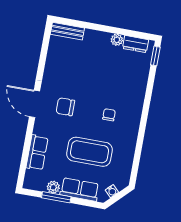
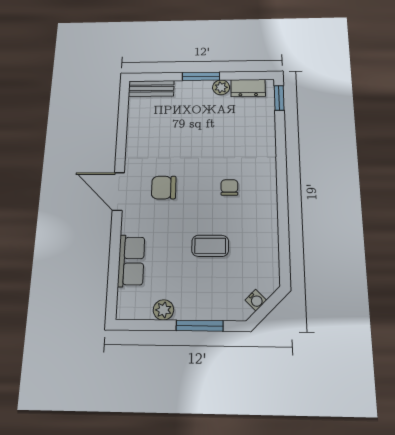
window: (104, 28) -> (201, 76), added
coffee table: (89, 152) -> (210, 246), width x0.54, depth x0.58
row of seats: (80, 189) -> (205, 306), removed
window: (56, 197) -> (200, 326), moved

